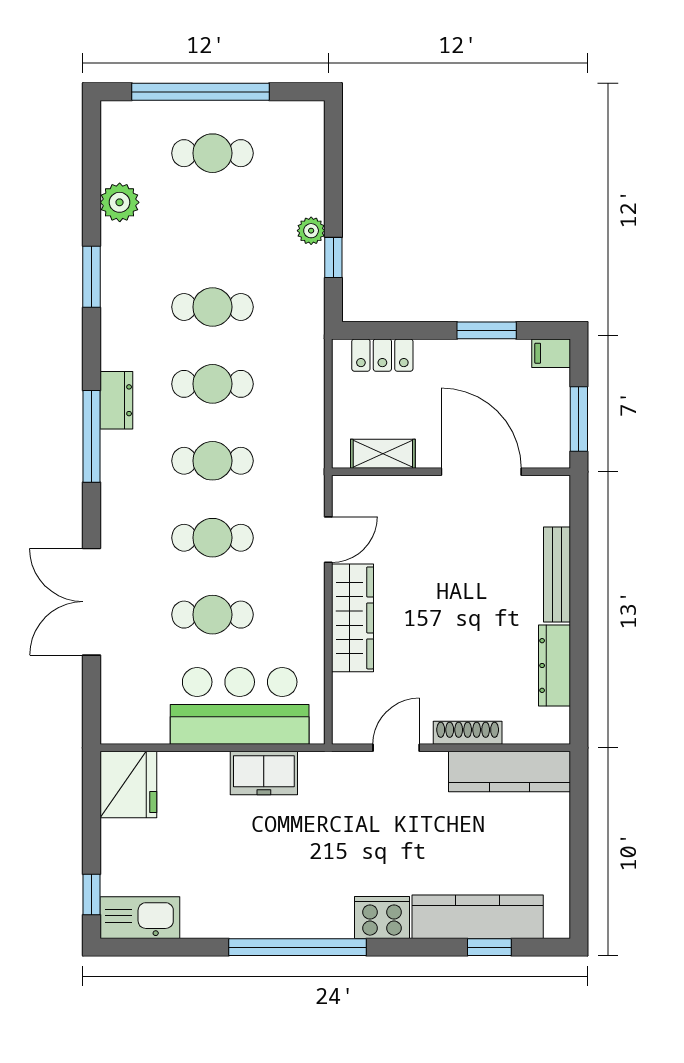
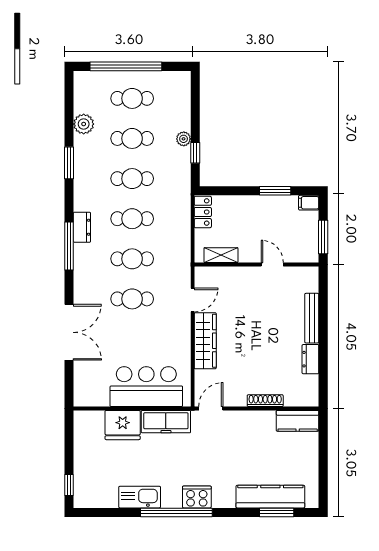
locker: (382, 355) -> (203, 212), moved, turned -90
door: (481, 472) -> (272, 265), width x0.53
double door: (91, 602) -> (69, 332), swing flipped
cafe table: (212, 615) -> (132, 138), moved
dresser: (554, 665) -> (310, 359), width x0.70
door: (396, 748) -> (211, 408), moved
kitchen counter: (509, 771) -> (298, 421), width x0.67
freezer: (264, 773) -> (166, 422), width x1.40
fridge: (128, 785) -> (123, 425), moved, turned 90
kitchen sink: (140, 918) -> (140, 497), moved
cooker: (382, 918) -> (197, 497), moved
window: (489, 947) -> (277, 512), width x1.50

